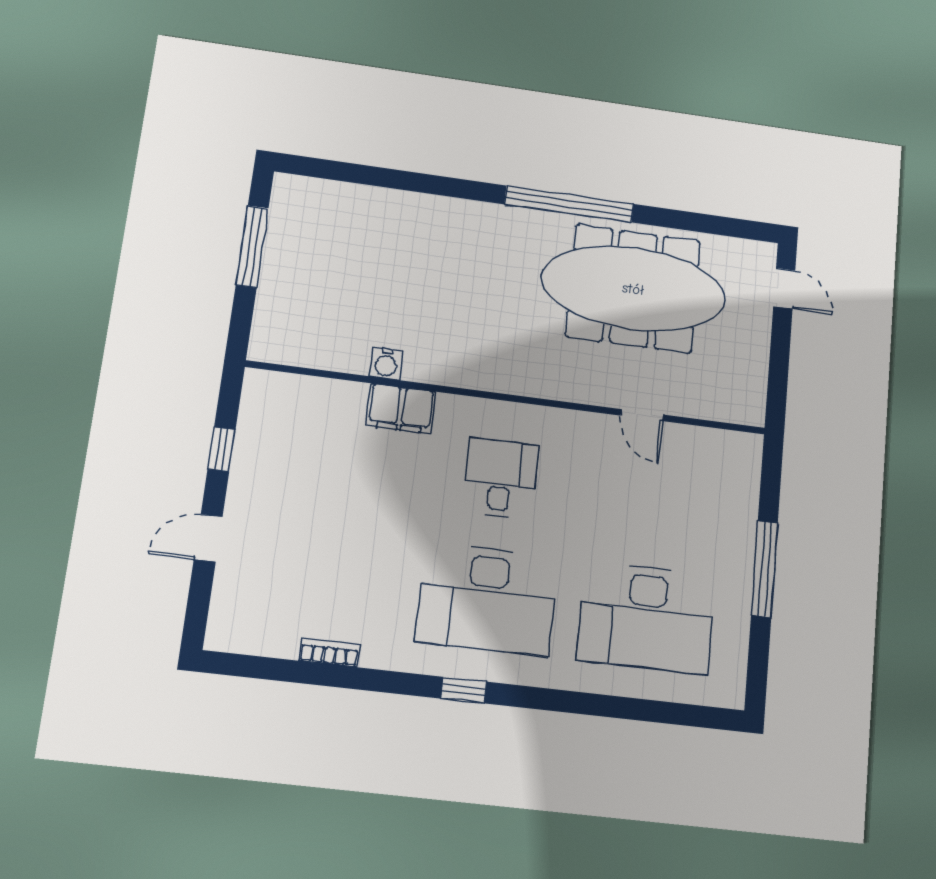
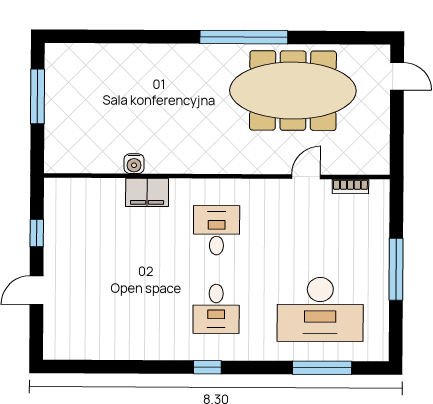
door: (642, 415) -> (306, 177), swing flipped
desk: (487, 599) -> (216, 309), width x0.53, depth x0.77
bookcase: (330, 652) -> (350, 186), moved, turned 180
window: (642, 710) -> (322, 368), added

